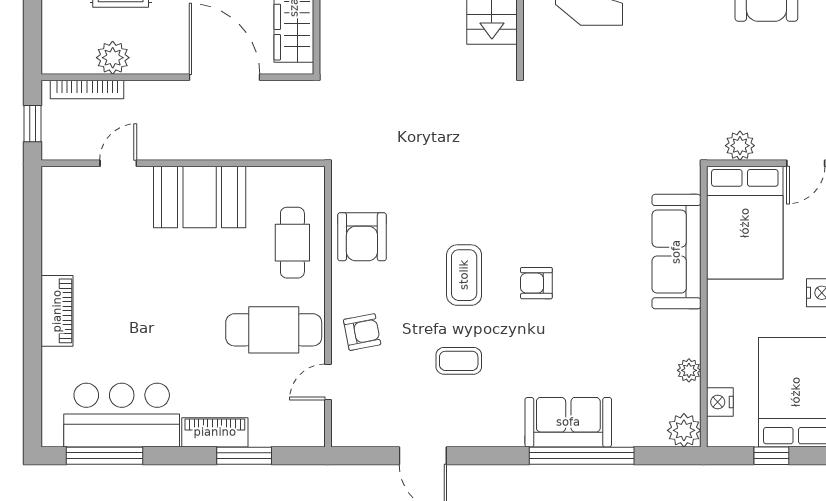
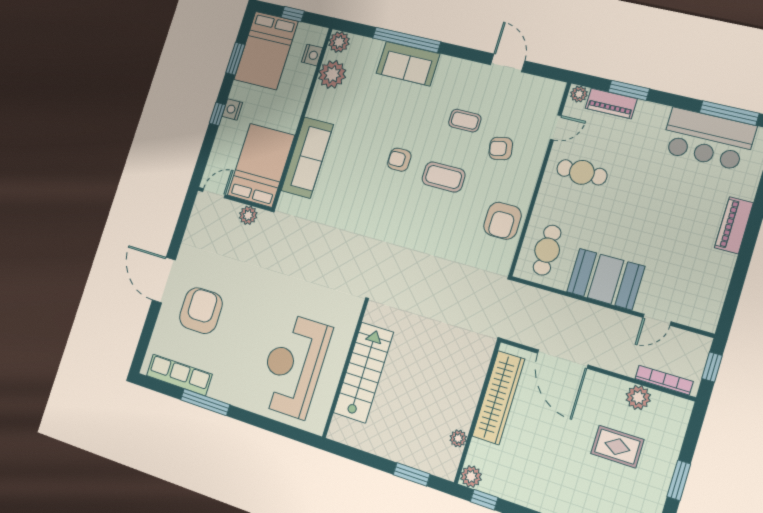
armchair: (362, 237) -> (502, 221), turned 180
cafe table: (292, 243) -> (547, 250), moved
coffee table: (464, 275) -> (444, 177), turned 90
armchair: (536, 283) -> (399, 160), turned 180
cafe table: (274, 330) -> (582, 172), width x0.73, depth x0.74
armchair: (362, 332) -> (501, 148), moved
plant: (689, 370) -> (332, 74), width x1.87, depth x1.87
piano: (215, 432) -> (611, 103), moved
plant: (310, 435) -> (579, 94), added

